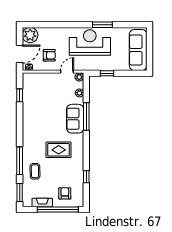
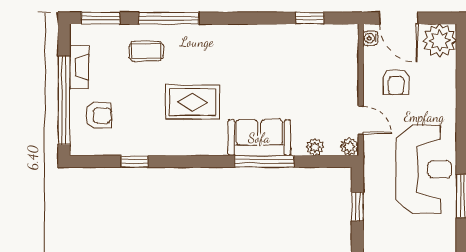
rug: (59, 150) -> (192, 102), turned 90

